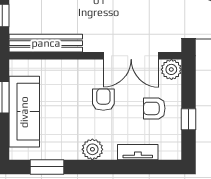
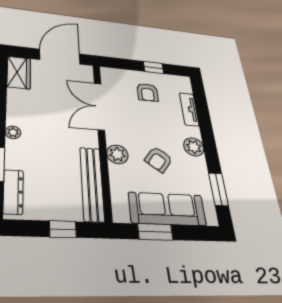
double door: (131, 56) -> (99, 106), swing flipped
plant: (171, 69) -> (117, 154), moved
armchair: (103, 100) -> (159, 159), moved, turned -53

